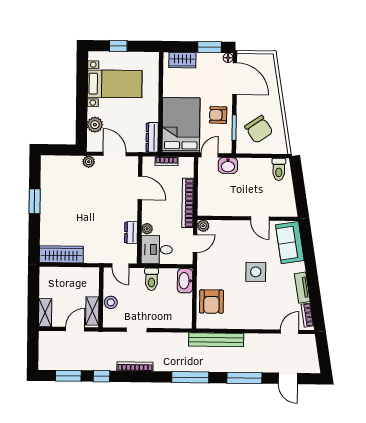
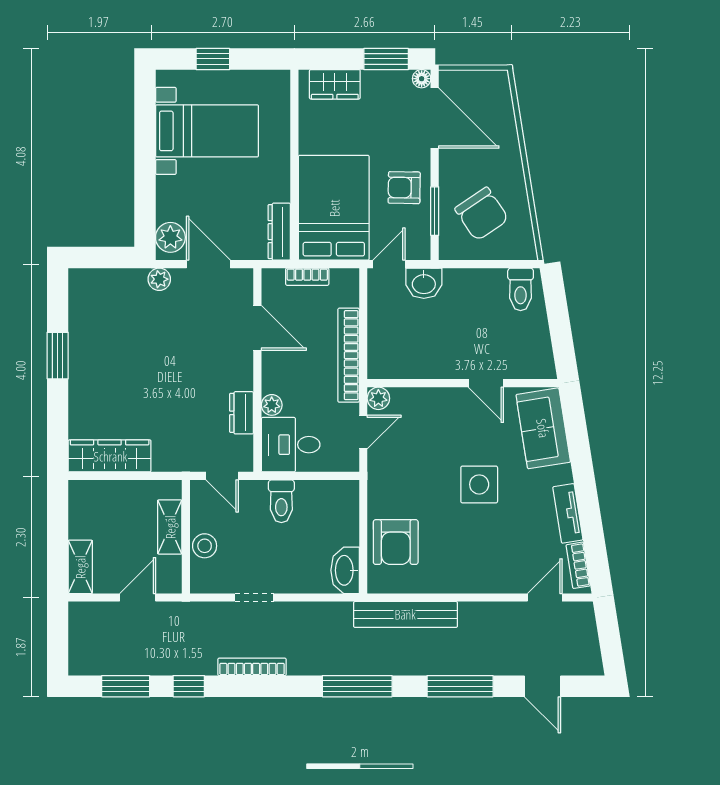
plant: (95, 125) -> (170, 237), moved
washbasin: (185, 281) -> (345, 570), moved
shelving: (92, 311) -> (170, 527), moved

